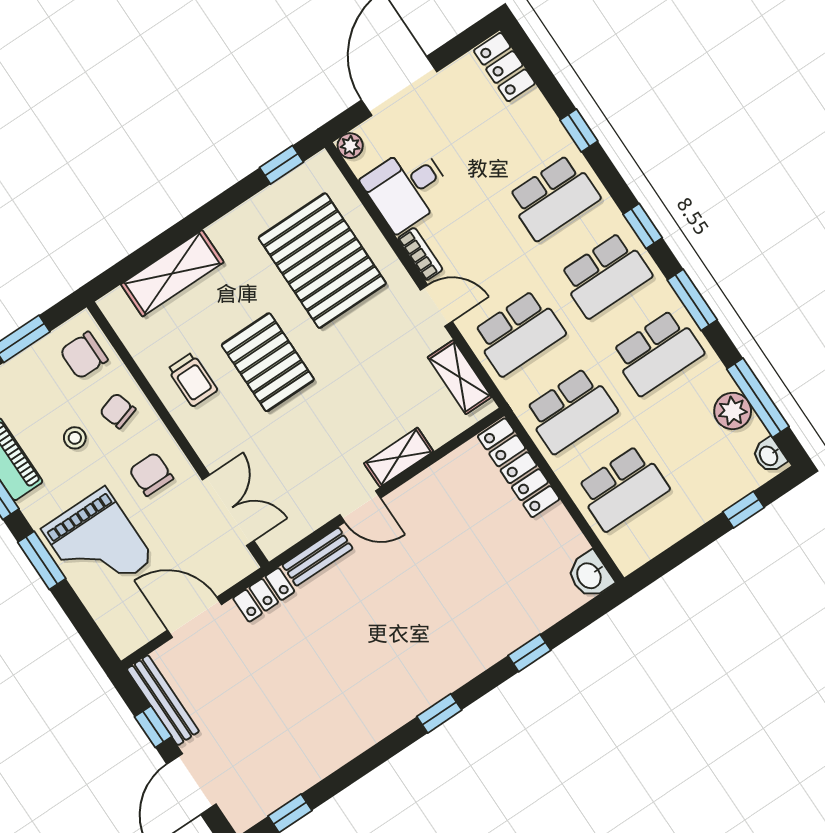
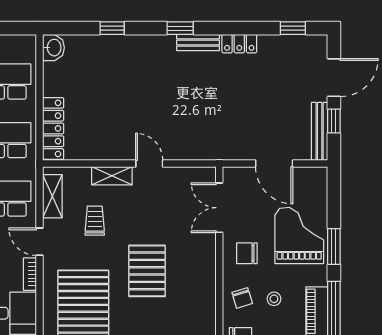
trolley: (192, 380) -> (95, 221), moved
chair: (151, 474) -> (247, 253), turned 90
bench: (317, 557) -> (198, 42), moved
locker: (264, 595) -> (239, 44), moved, turned 180

